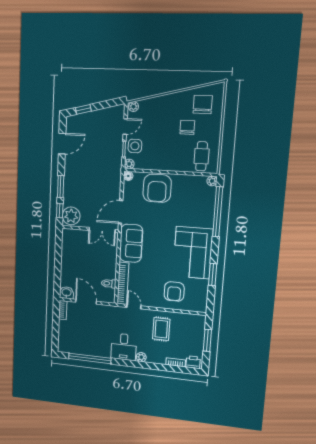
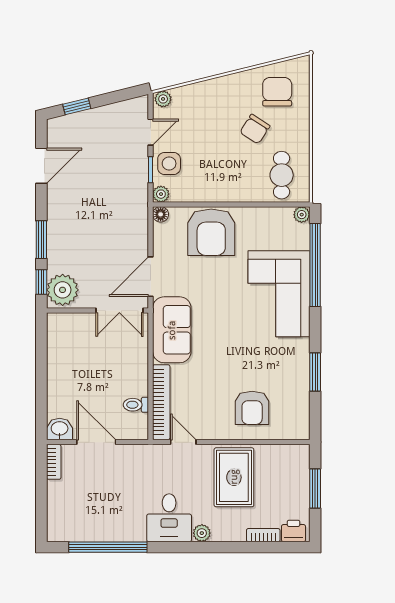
chair: (187, 127) -> (255, 129), turned -147
corner sofa: (193, 253) -> (279, 294), moved
rug: (161, 329) -> (234, 477), width x1.36, depth x1.43

